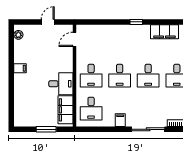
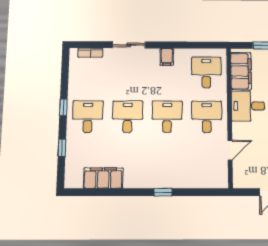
window: (136, 22) -> (163, 192), moved
door: (74, 39) -> (230, 150), moved
sliding door: (148, 129) -> (129, 45), width x0.73

